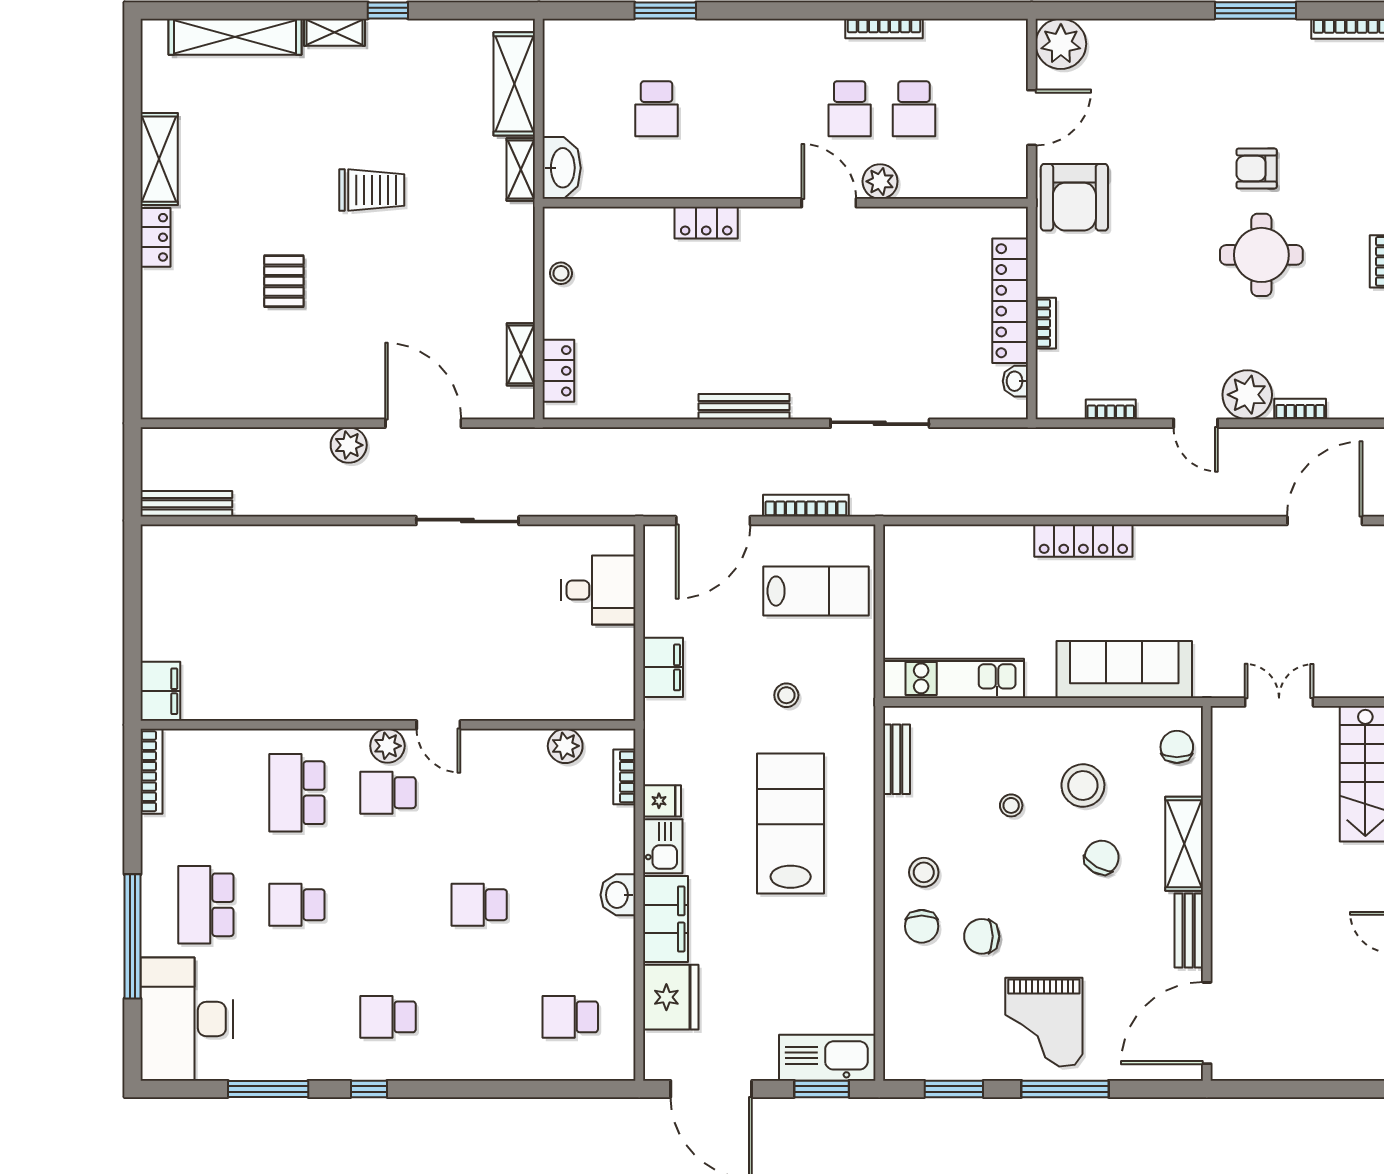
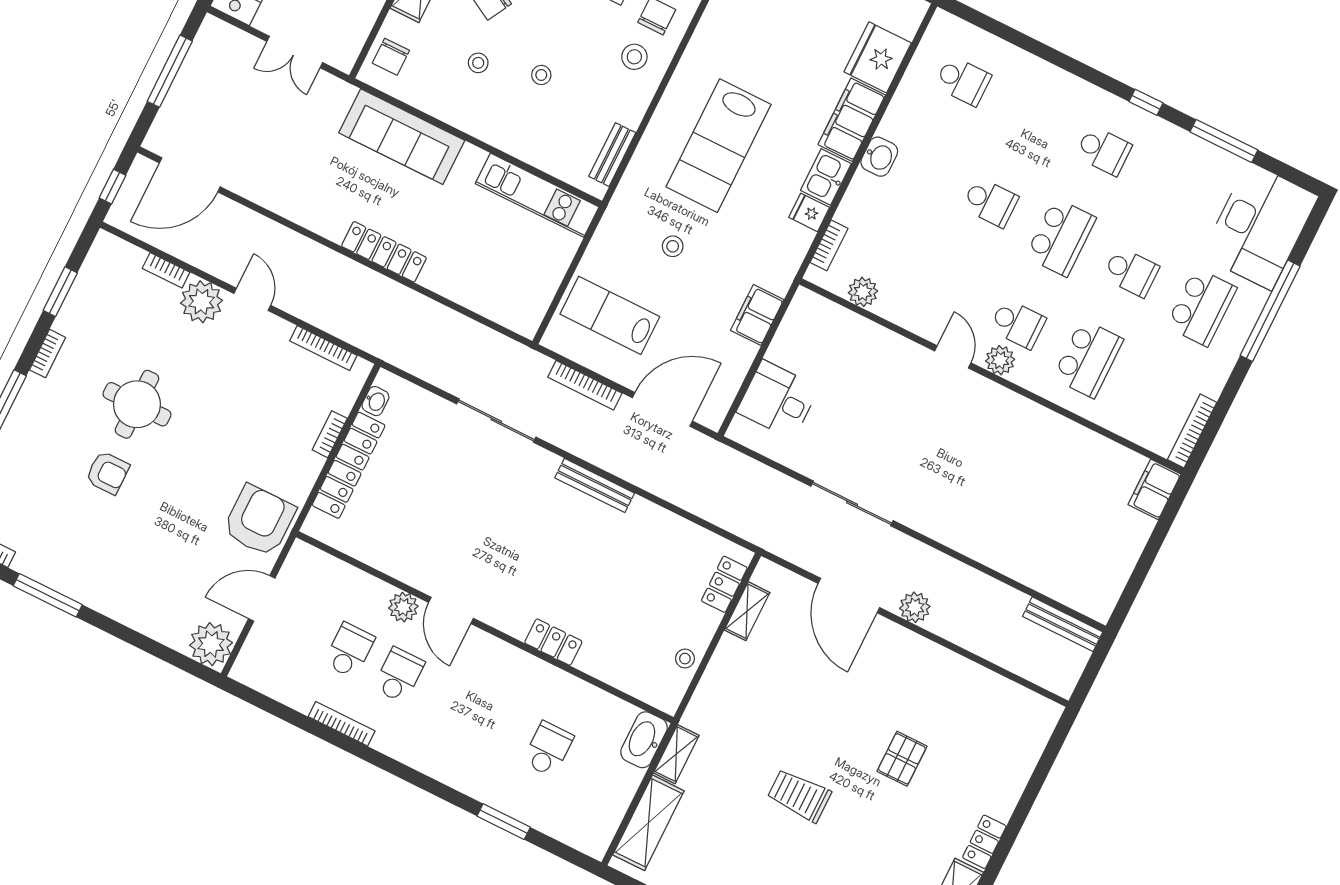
bookcase: (1111, 409) -> (323, 348), width x1.56
stool: (1083, 785) -> (478, 63), width x0.53, depth x0.53
school desk: (388, 905) -> (1061, 237), added

